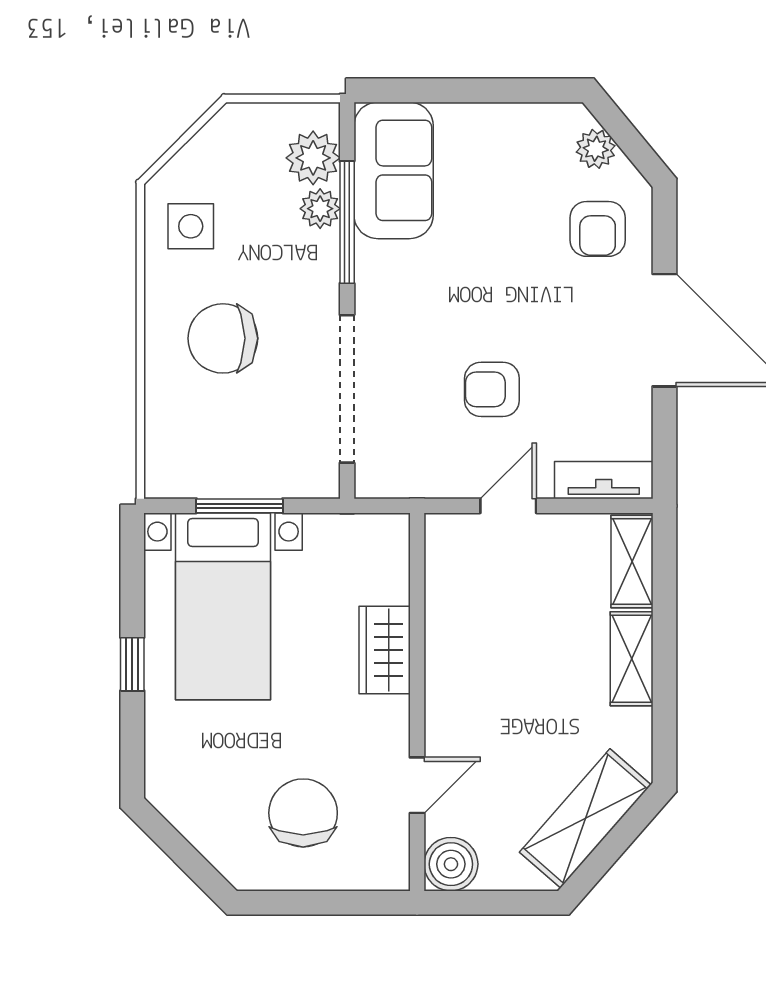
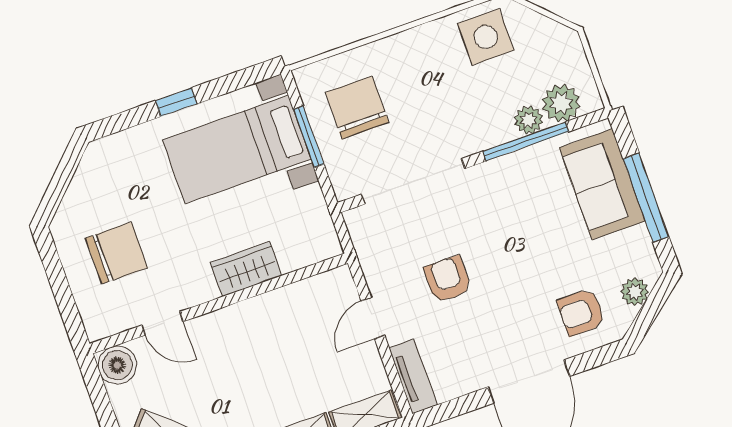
window: (477, 90) -> (646, 198), added
sofa: (394, 170) -> (602, 184), moved, turned 90
side table: (191, 226) -> (486, 37), width x1.37, depth x1.37
chair: (223, 338) -> (357, 108), moved
door: (508, 506) -> (373, 318), swing flipped

